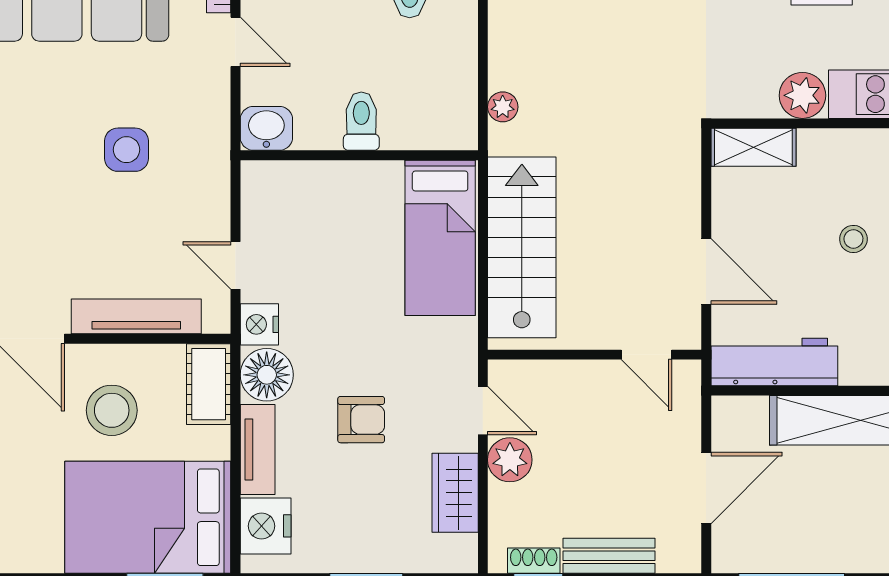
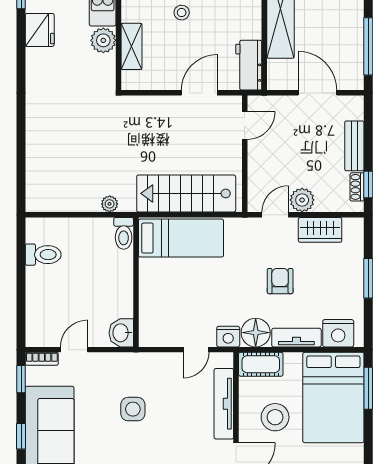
toilet: (361, 121) -> (124, 233), moved, turned -90
shelving: (753, 147) -> (132, 46), moved
workbench: (774, 362) -> (249, 65), width x0.73

